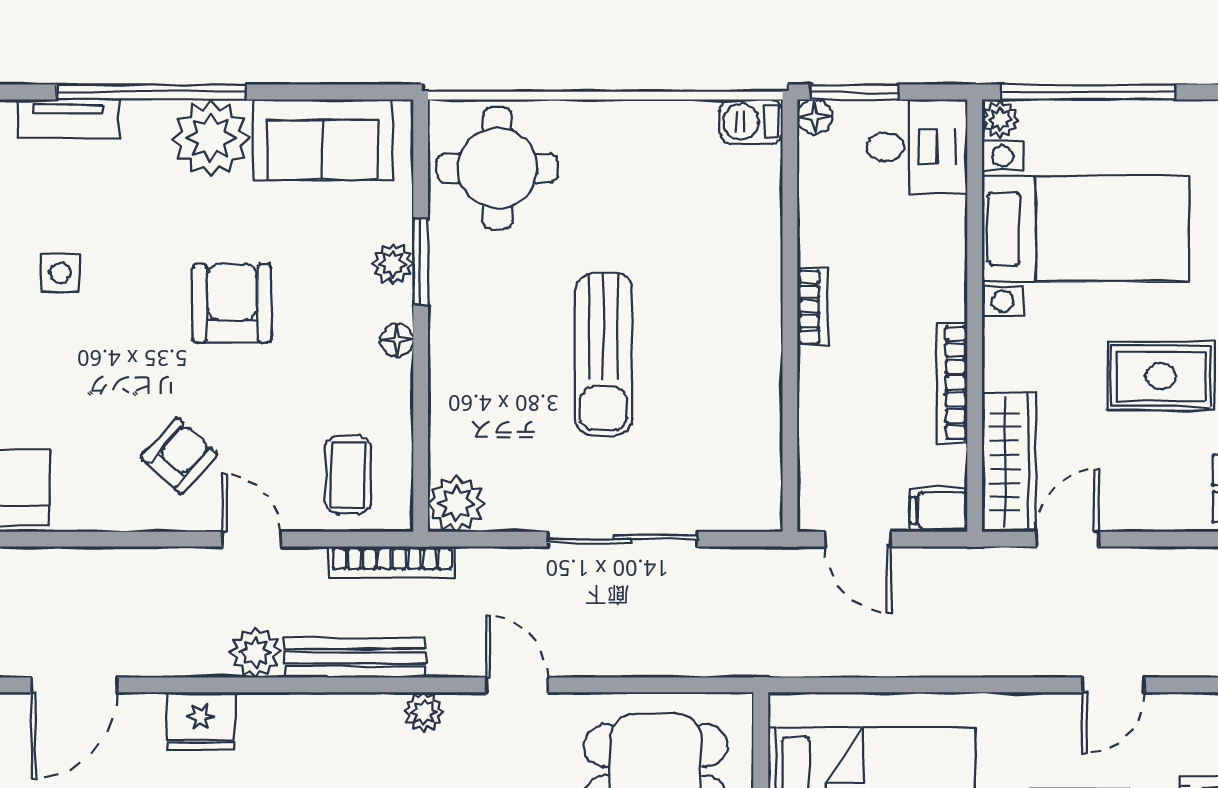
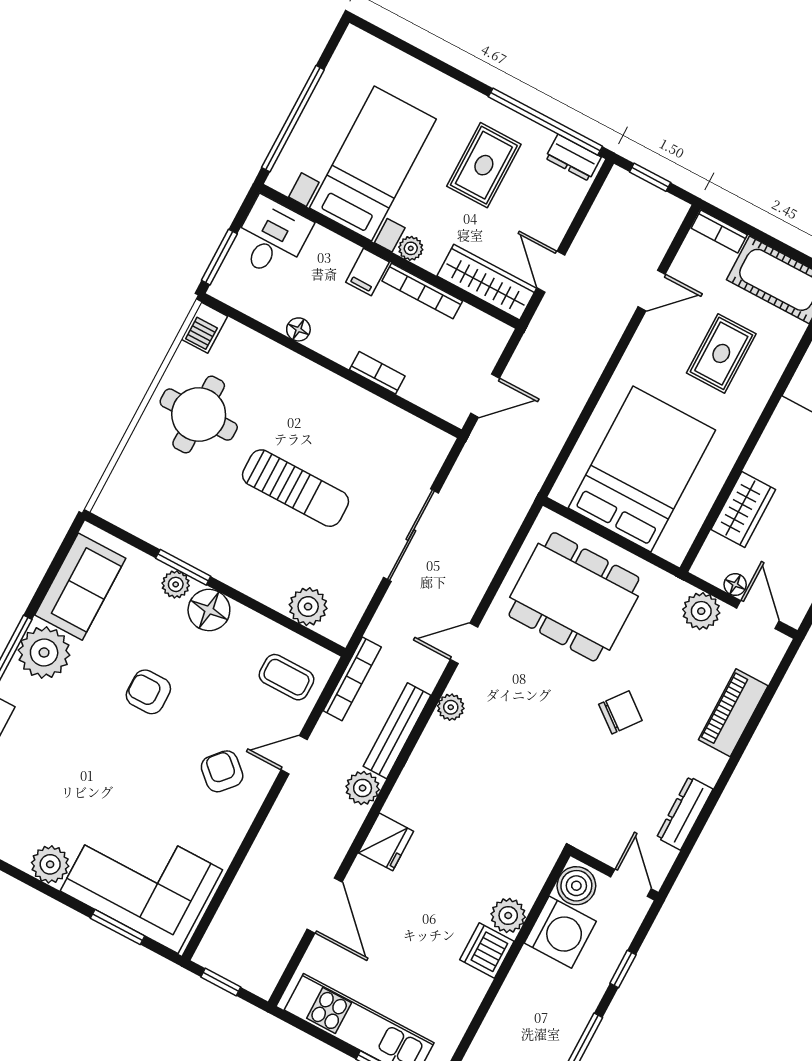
floor lamp: (815, 117) -> (298, 329), moved
plant: (1000, 119) -> (411, 248), moved
round table: (497, 168) -> (199, 415), moved
side table: (60, 273) -> (77, 784), removed
armchair: (232, 303) -> (148, 692), width x0.72, depth x0.72
bookcase: (813, 307) -> (377, 373), moved
floor lamp: (397, 340) -> (209, 610), width x1.89, depth x1.89
plant: (456, 503) -> (308, 607), moved
filing cabinet: (938, 510) -> (367, 272), moved
door: (1113, 685) -> (652, 290), hinge flipped

